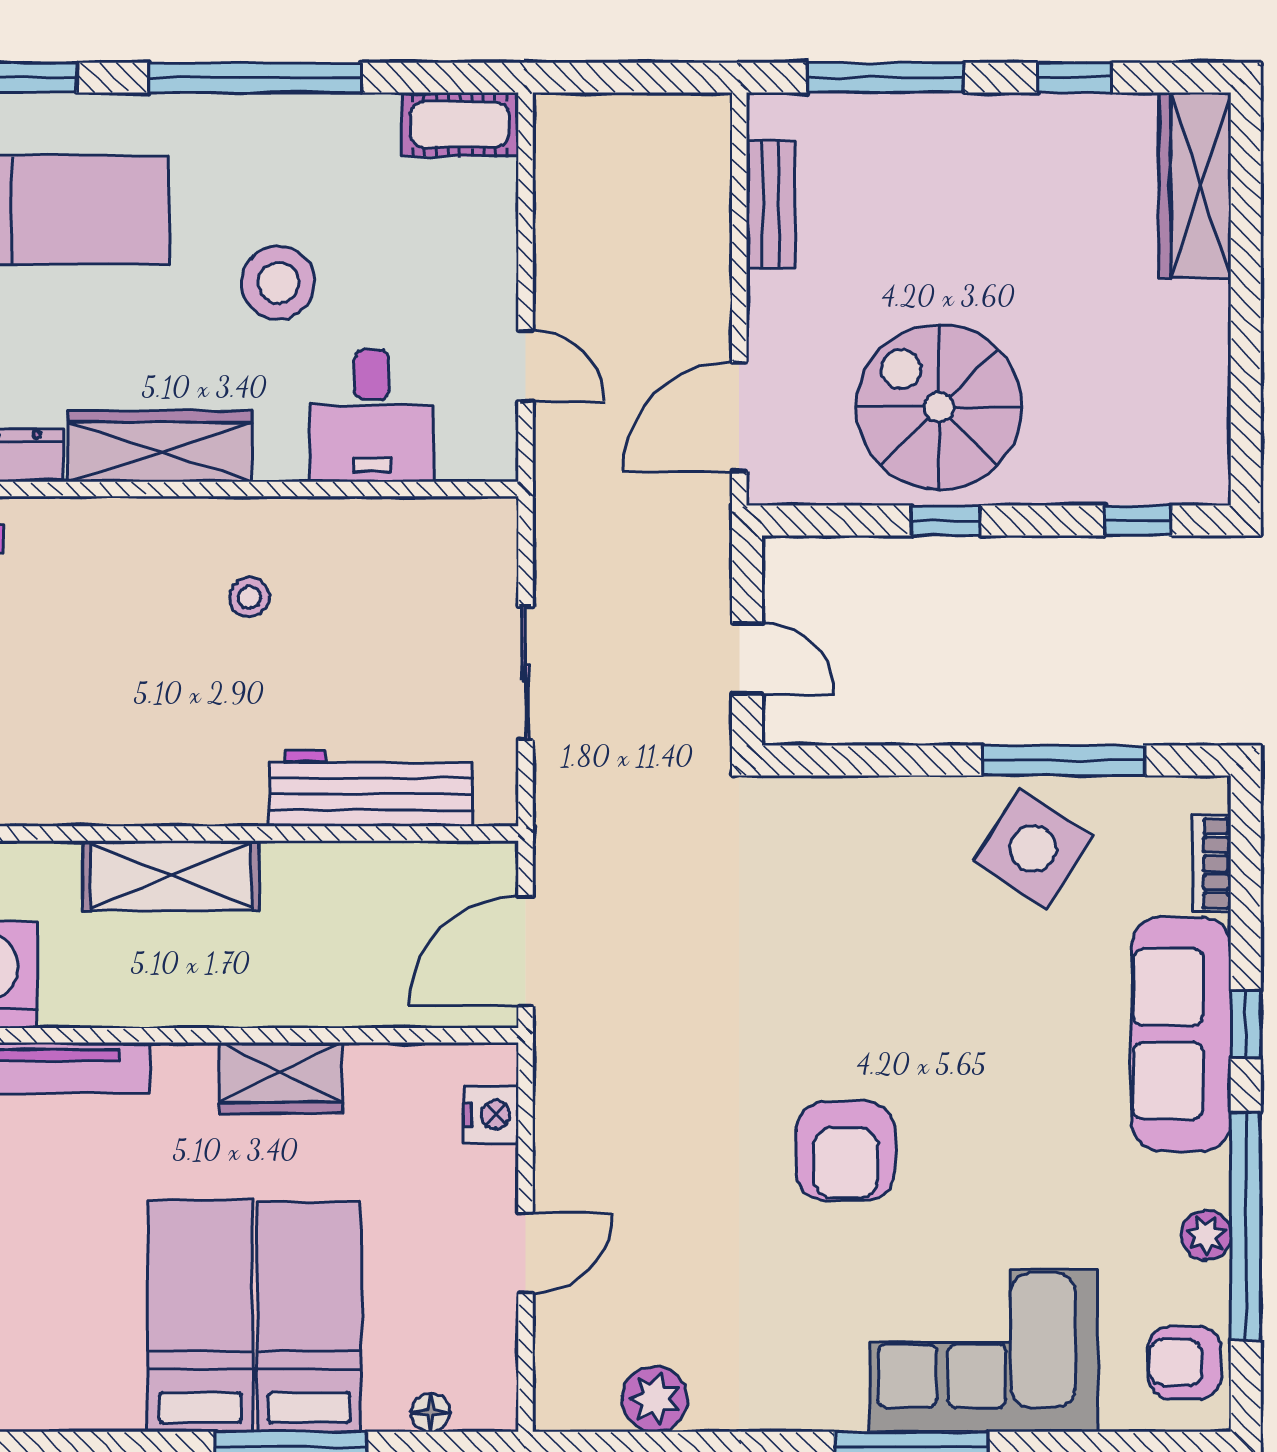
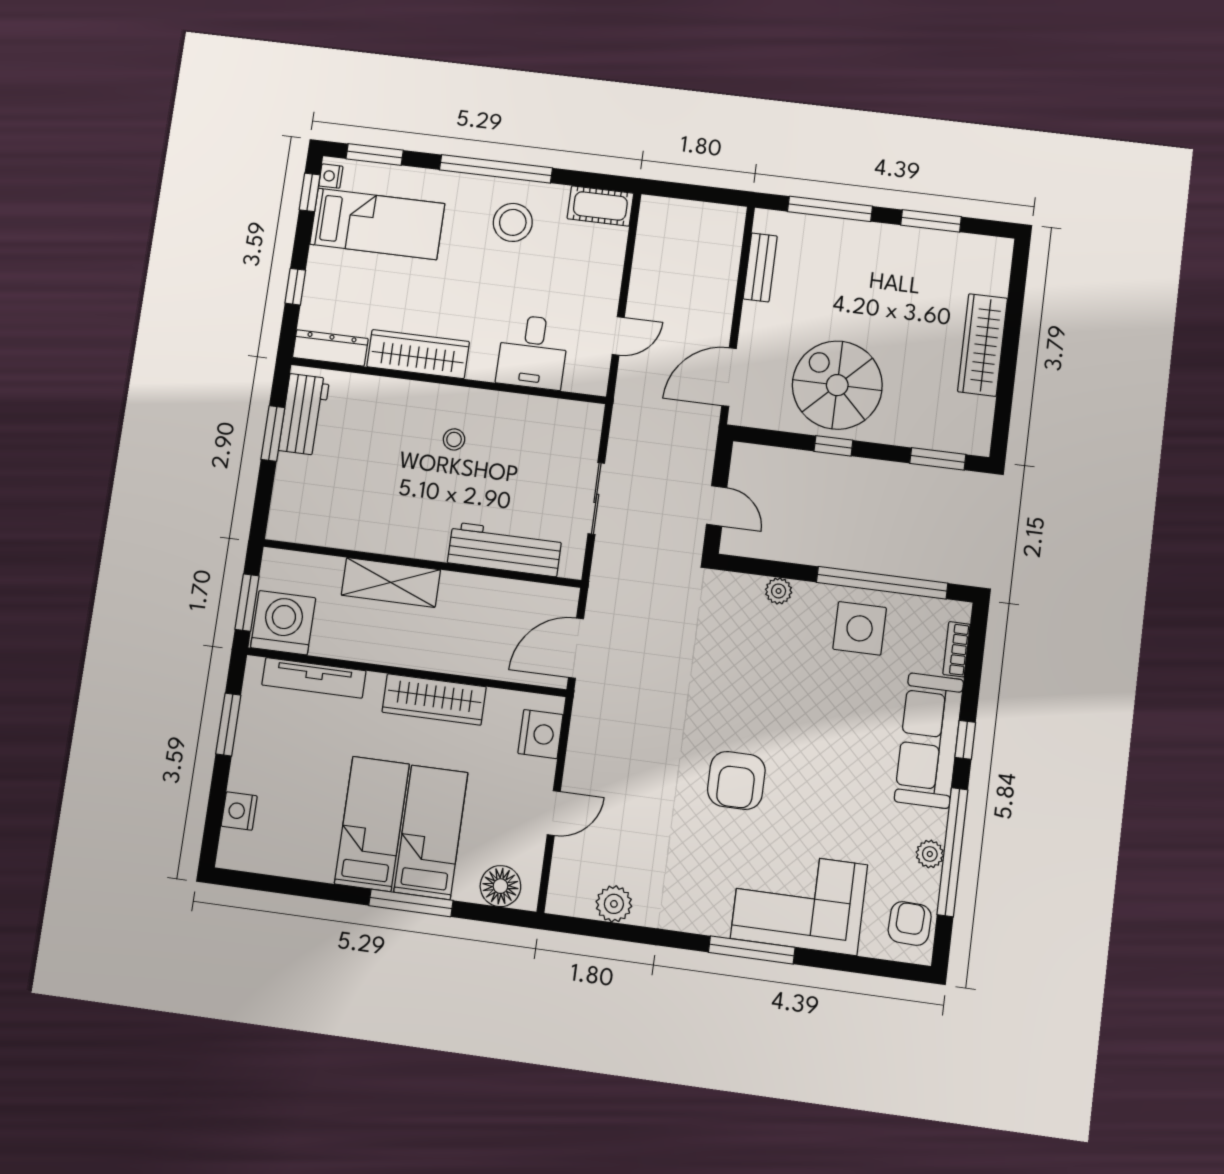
window: (1074, 78) -> (931, 221), width x1.50
wardrobe: (1195, 185) -> (983, 345), moved
stool: (278, 283) -> (513, 222), moved
door: (526, 366) -> (618, 336), hinge flipped
window: (1138, 521) -> (938, 459), width x1.50
window: (1064, 760) -> (882, 583), width x1.46
plant: (879, 800) -> (779, 591), added
side table: (1033, 848) -> (860, 628), turned -33
wardrobe: (281, 1078) -> (434, 699), width x1.50
nightstand: (491, 1115) -> (540, 734), width x1.36, depth x1.33
armchair: (1185, 1362) -> (910, 923), turned 92
floor lamp: (431, 1412) -> (500, 886), width x1.89, depth x1.89

